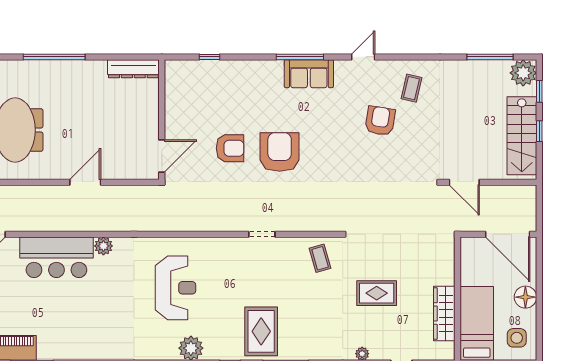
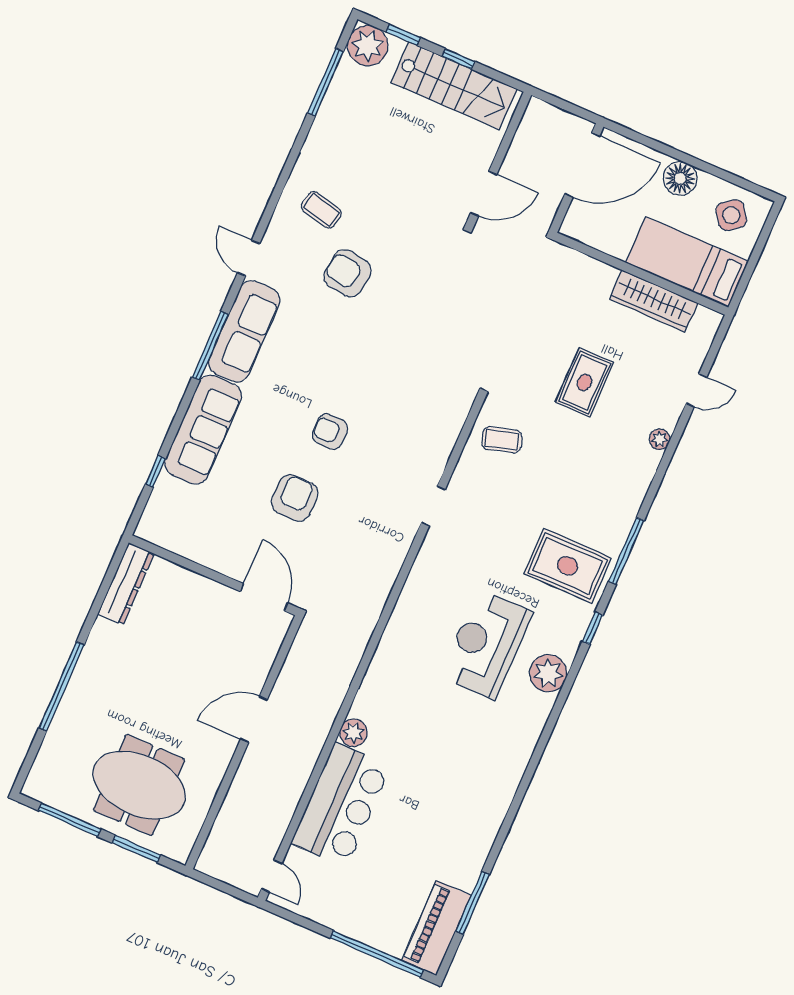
sofa: (309, 74) -> (244, 331), width x1.36
sofa: (247, 75) -> (203, 429), added
armchair: (280, 152) -> (330, 432), width x0.53, depth x0.53
door: (85, 182) -> (254, 719), hinge flipped
reception desk: (176, 288) -> (486, 644), moved, turned -90
side table: (517, 338) -> (731, 215), turned -37

